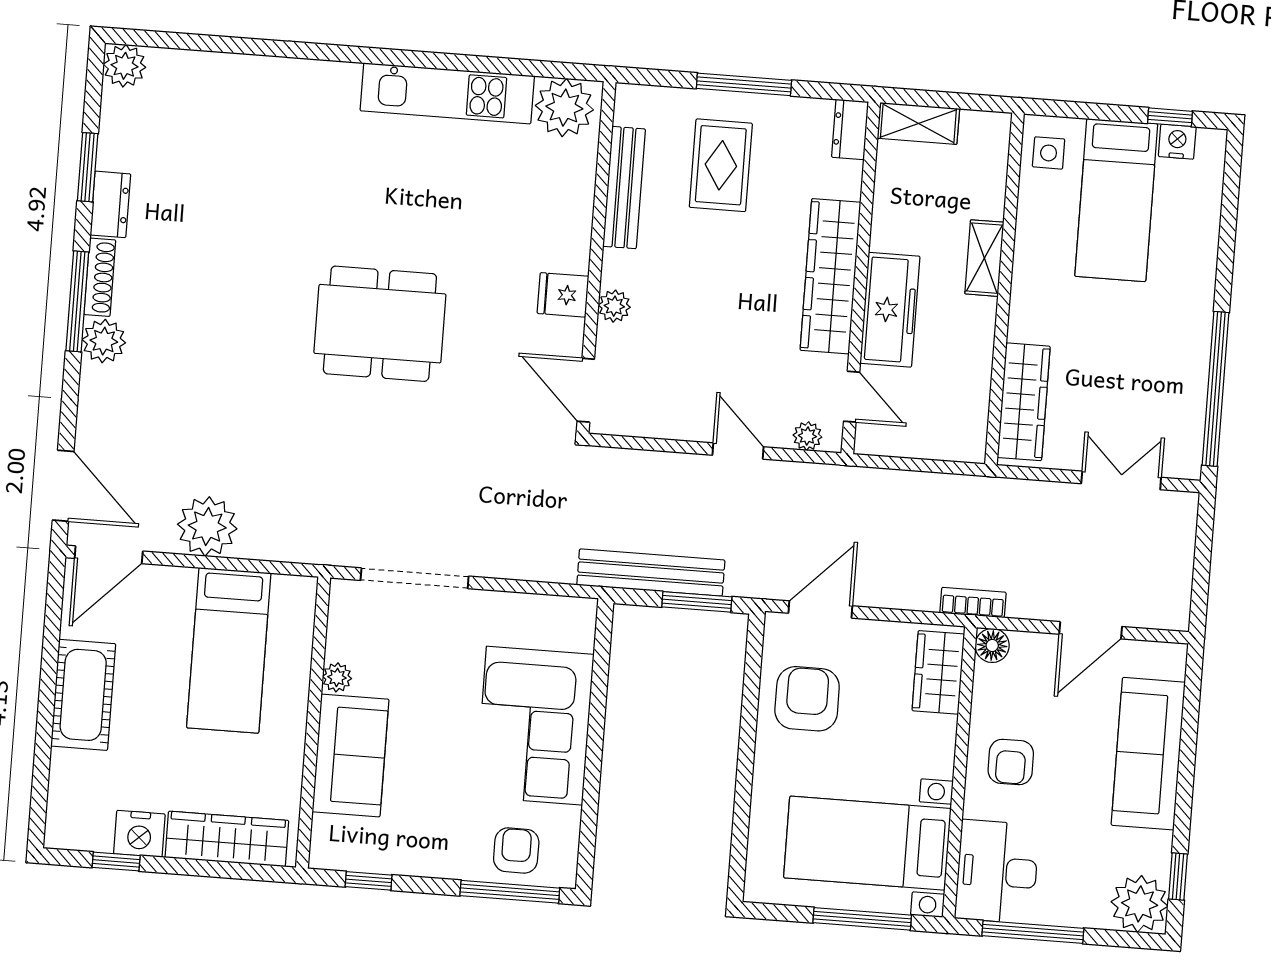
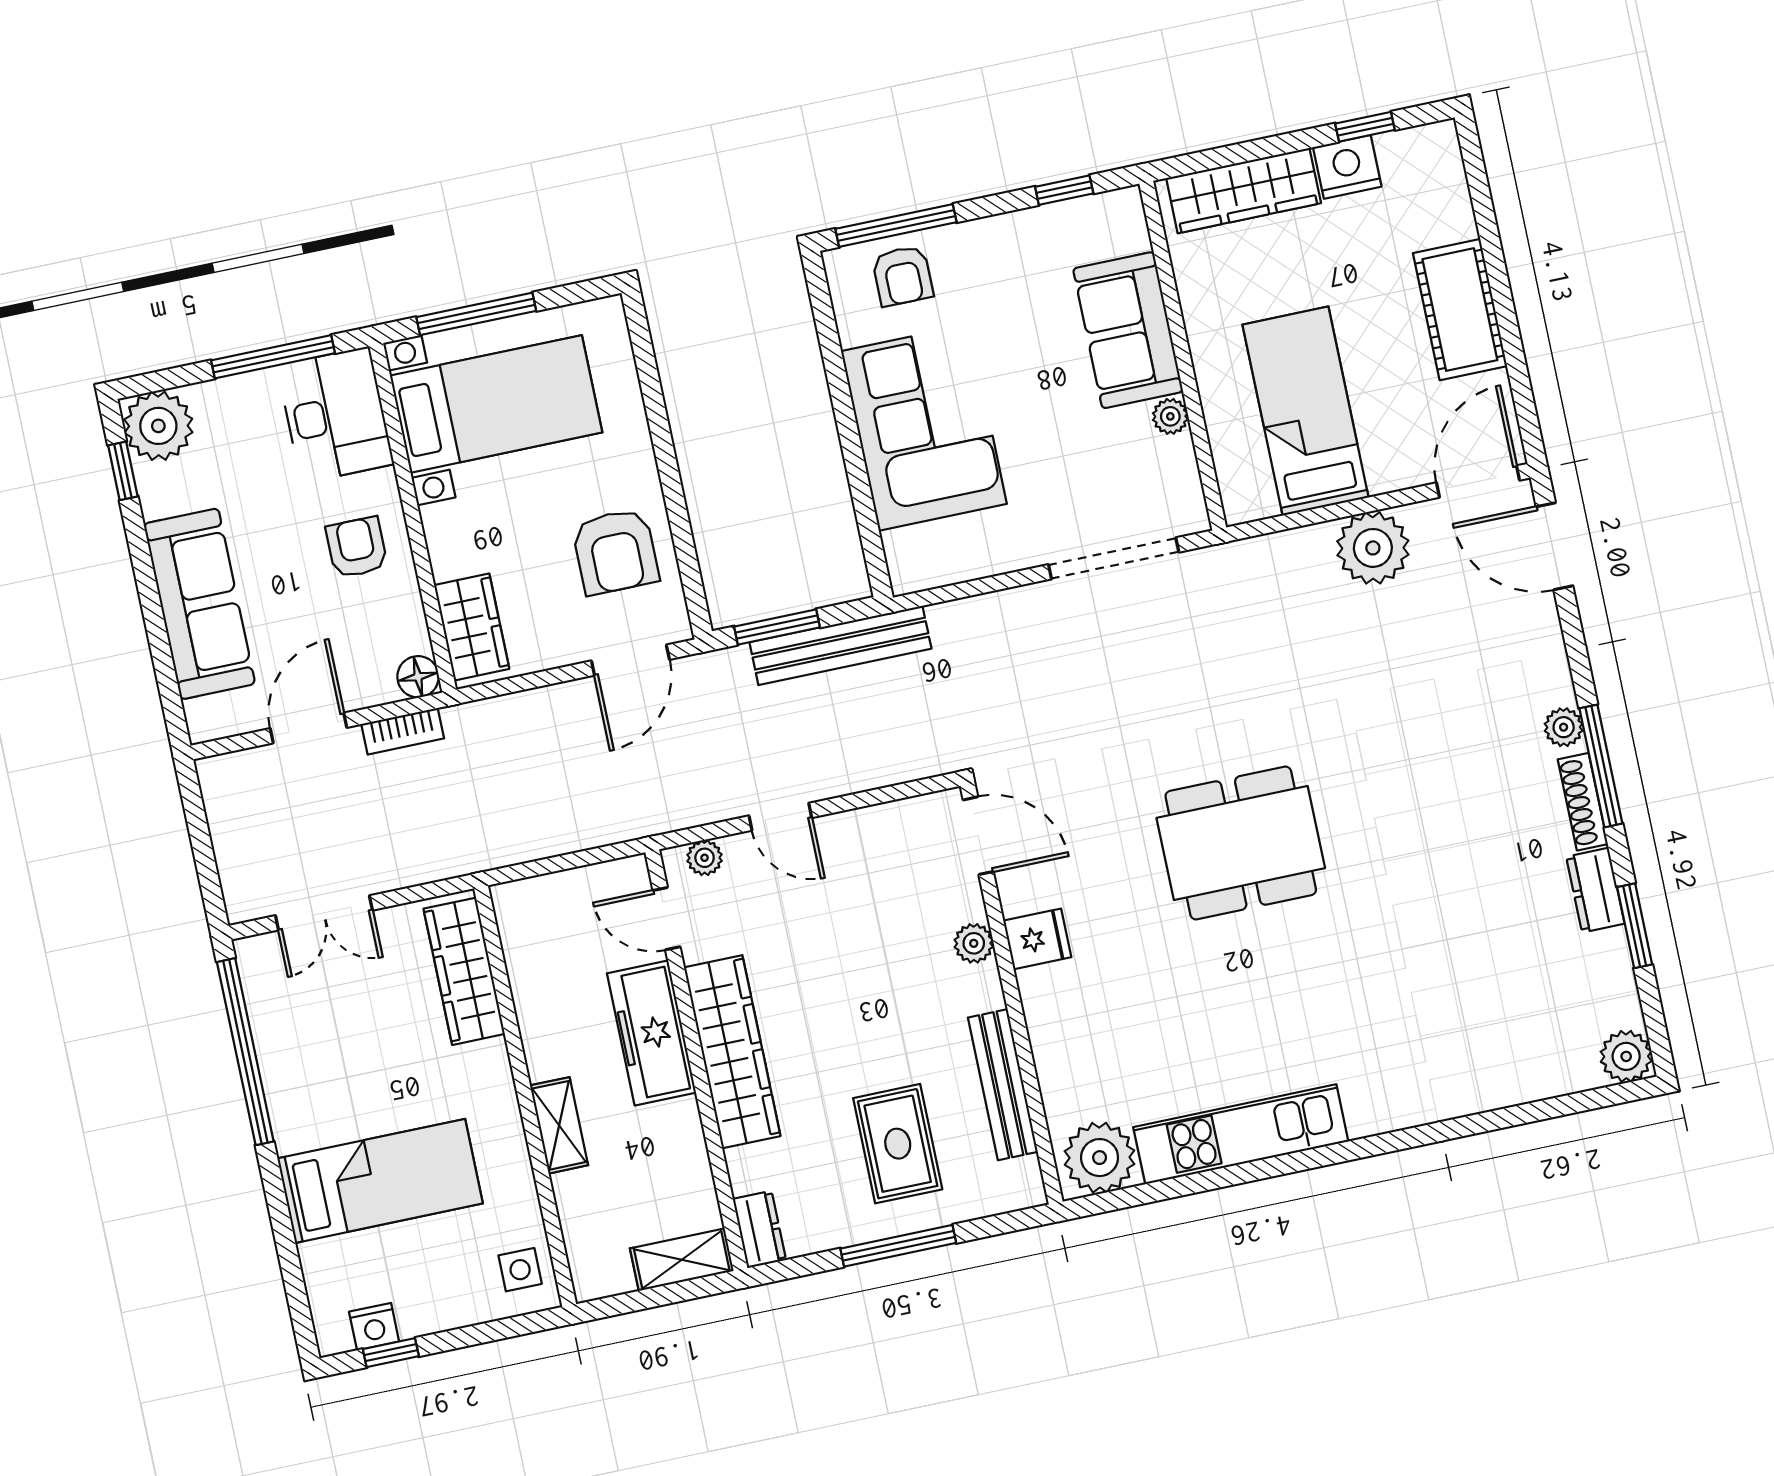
bed: (1116, 200) -> (380, 1181), moved, turned 90
plant: (104, 341) -> (1564, 727), width x0.73, depth x0.73
bookcase: (973, 603) -> (403, 731), moved

